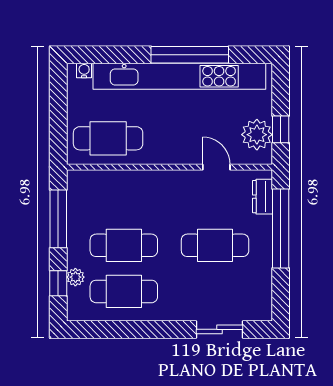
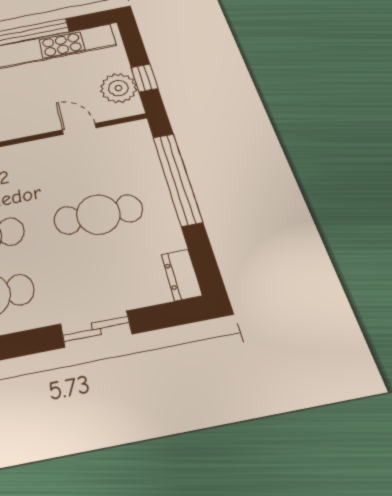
dresser: (262, 197) -> (182, 275), moved
sliding door: (220, 329) -> (96, 329), moved

